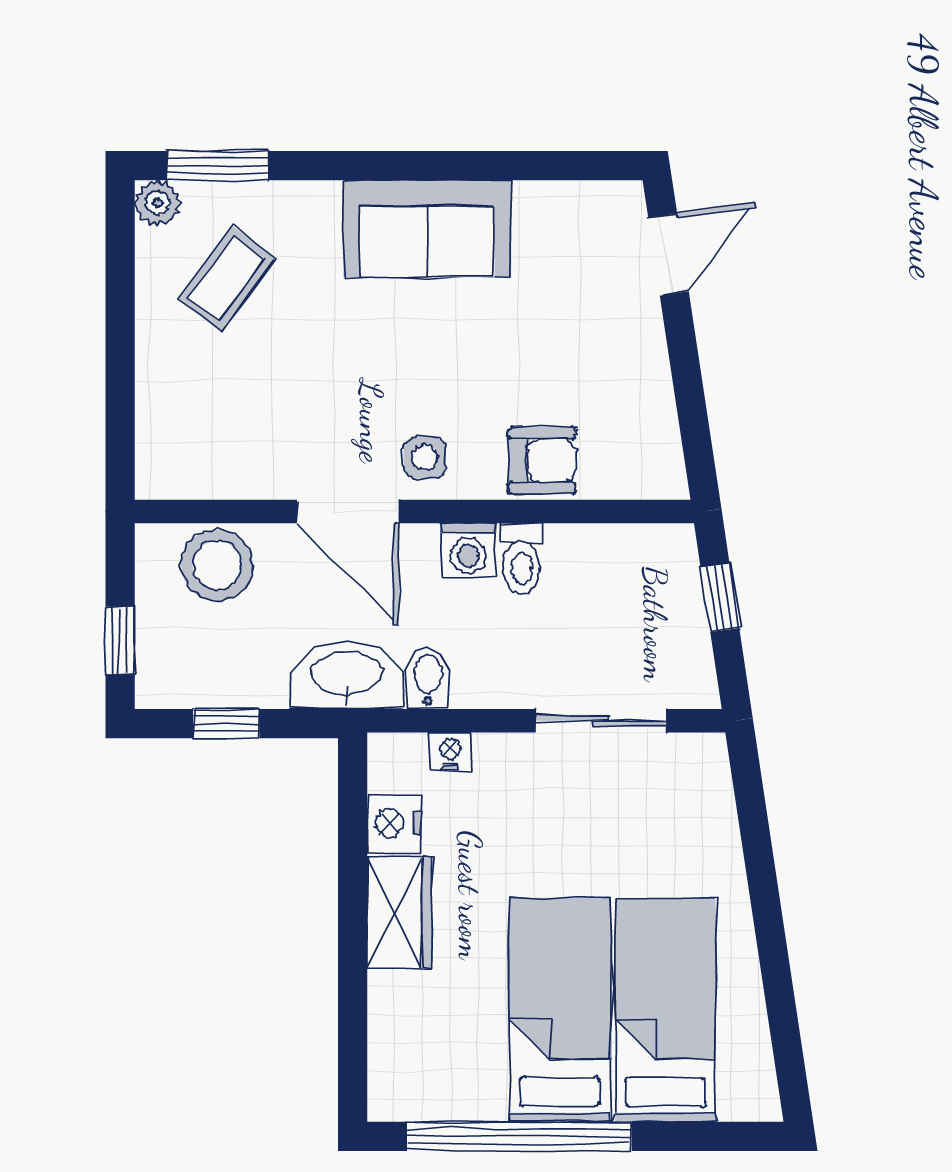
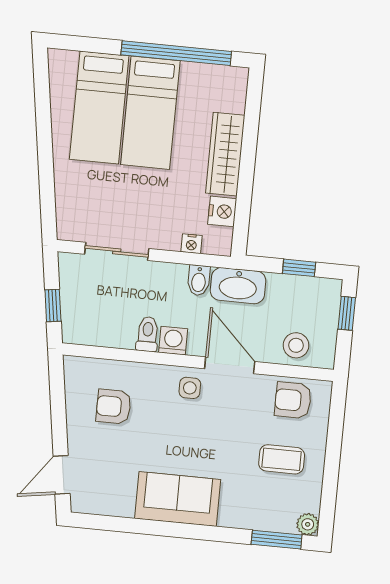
coffee table: (227, 279) -> (282, 459), moved, turned 53
armchair: (212, 453) -> (293, 400), added
armchair: (542, 461) -> (114, 407), moved
stool: (217, 565) -> (296, 345), width x0.73, depth x0.73
wardrobe: (399, 913) -> (225, 154), width x1.50

